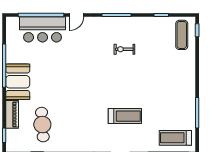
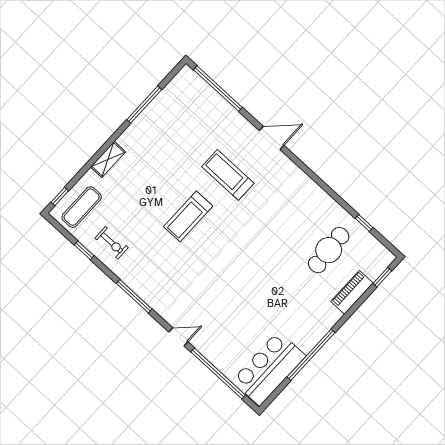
bar counter: (43, 29) -> (269, 368), moved, turned -90
exercise bike: (124, 49) -> (112, 243), moved
shelving: (190, 70) -> (108, 159), added
booth: (18, 82) -> (312, 323), removed
treadmill: (175, 138) -> (188, 216), moved, turned 90

